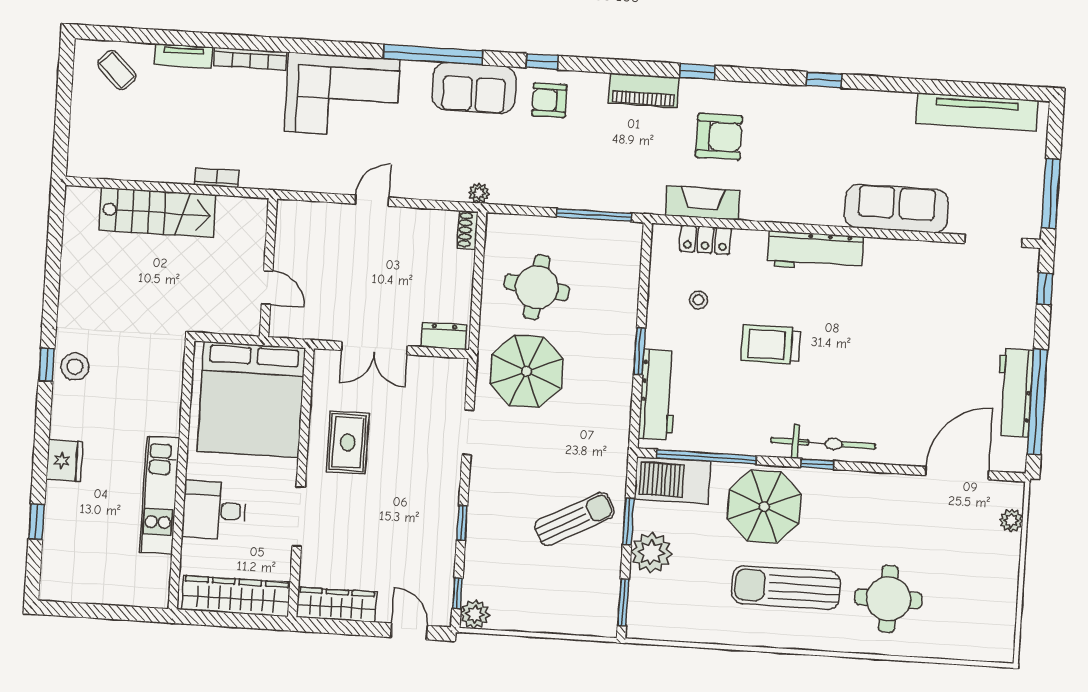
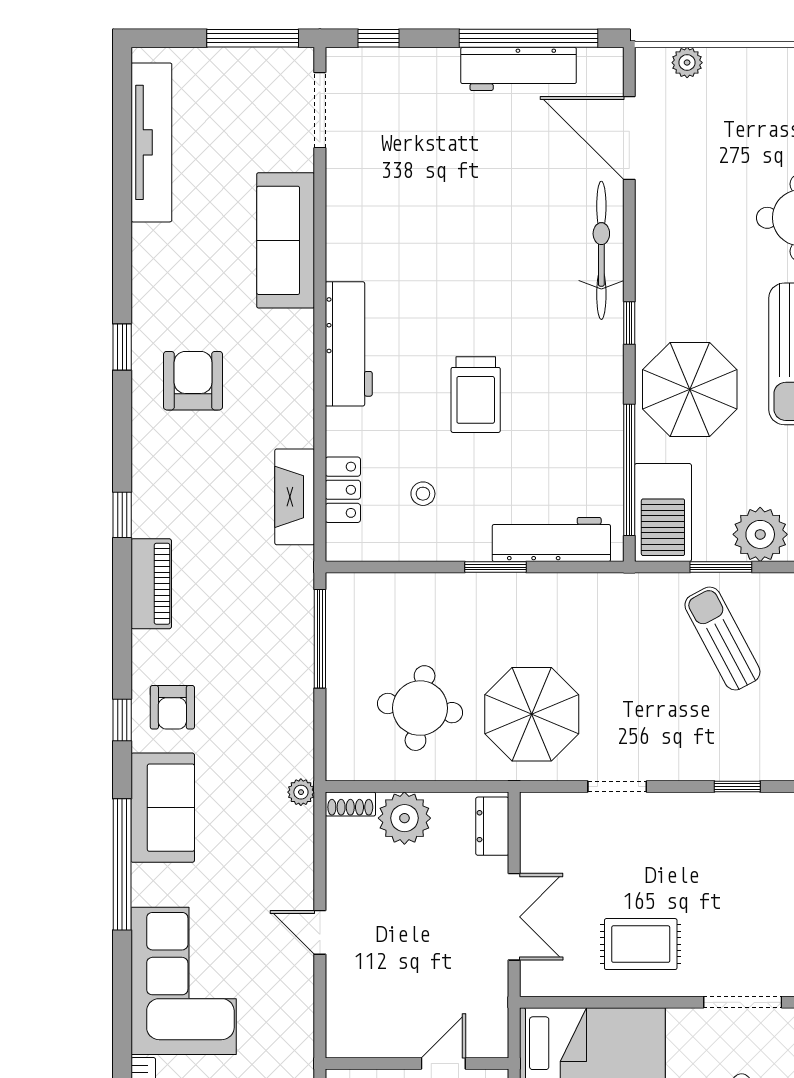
armchair: (719, 136) -> (193, 381), moved
plant: (454, 270) -> (404, 818), added
bicycle: (823, 443) -> (601, 250), moved

